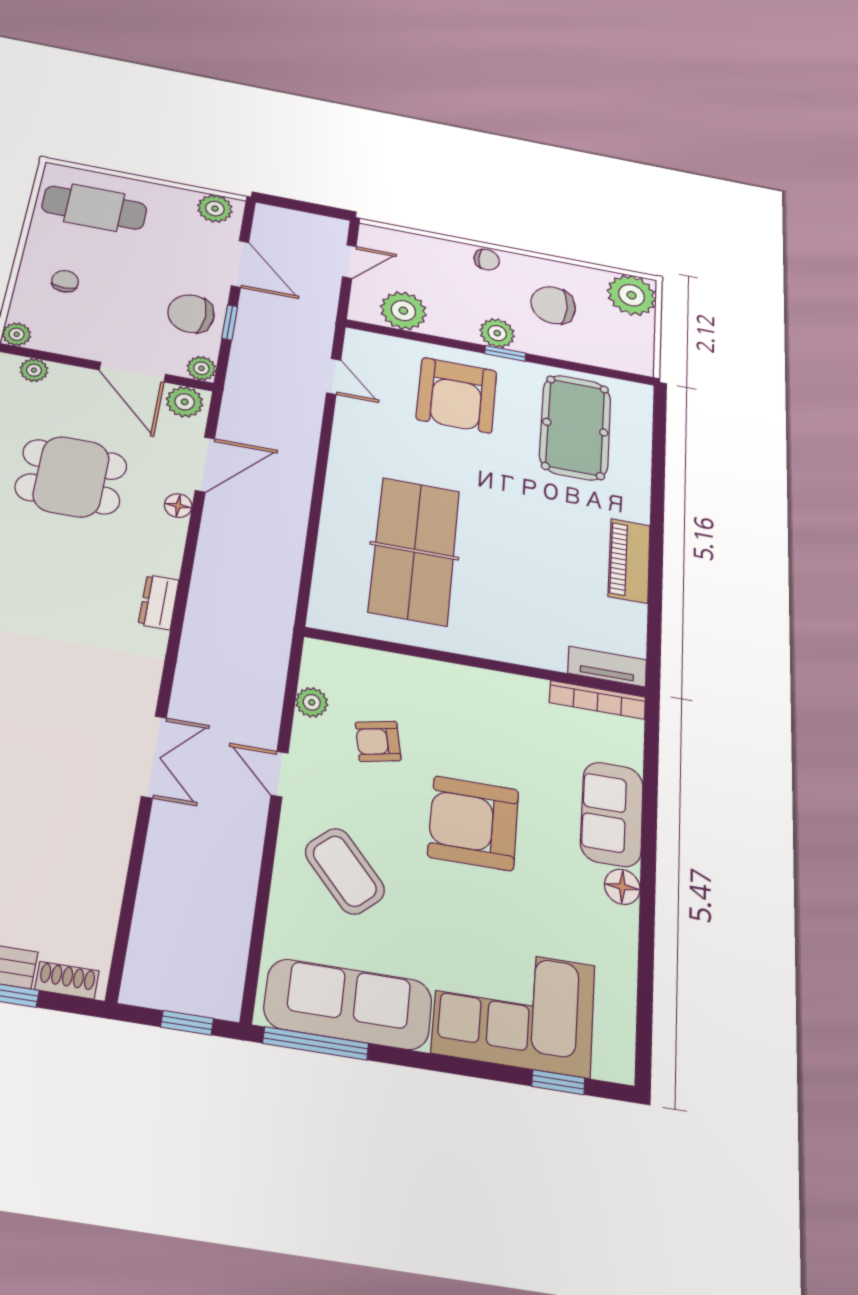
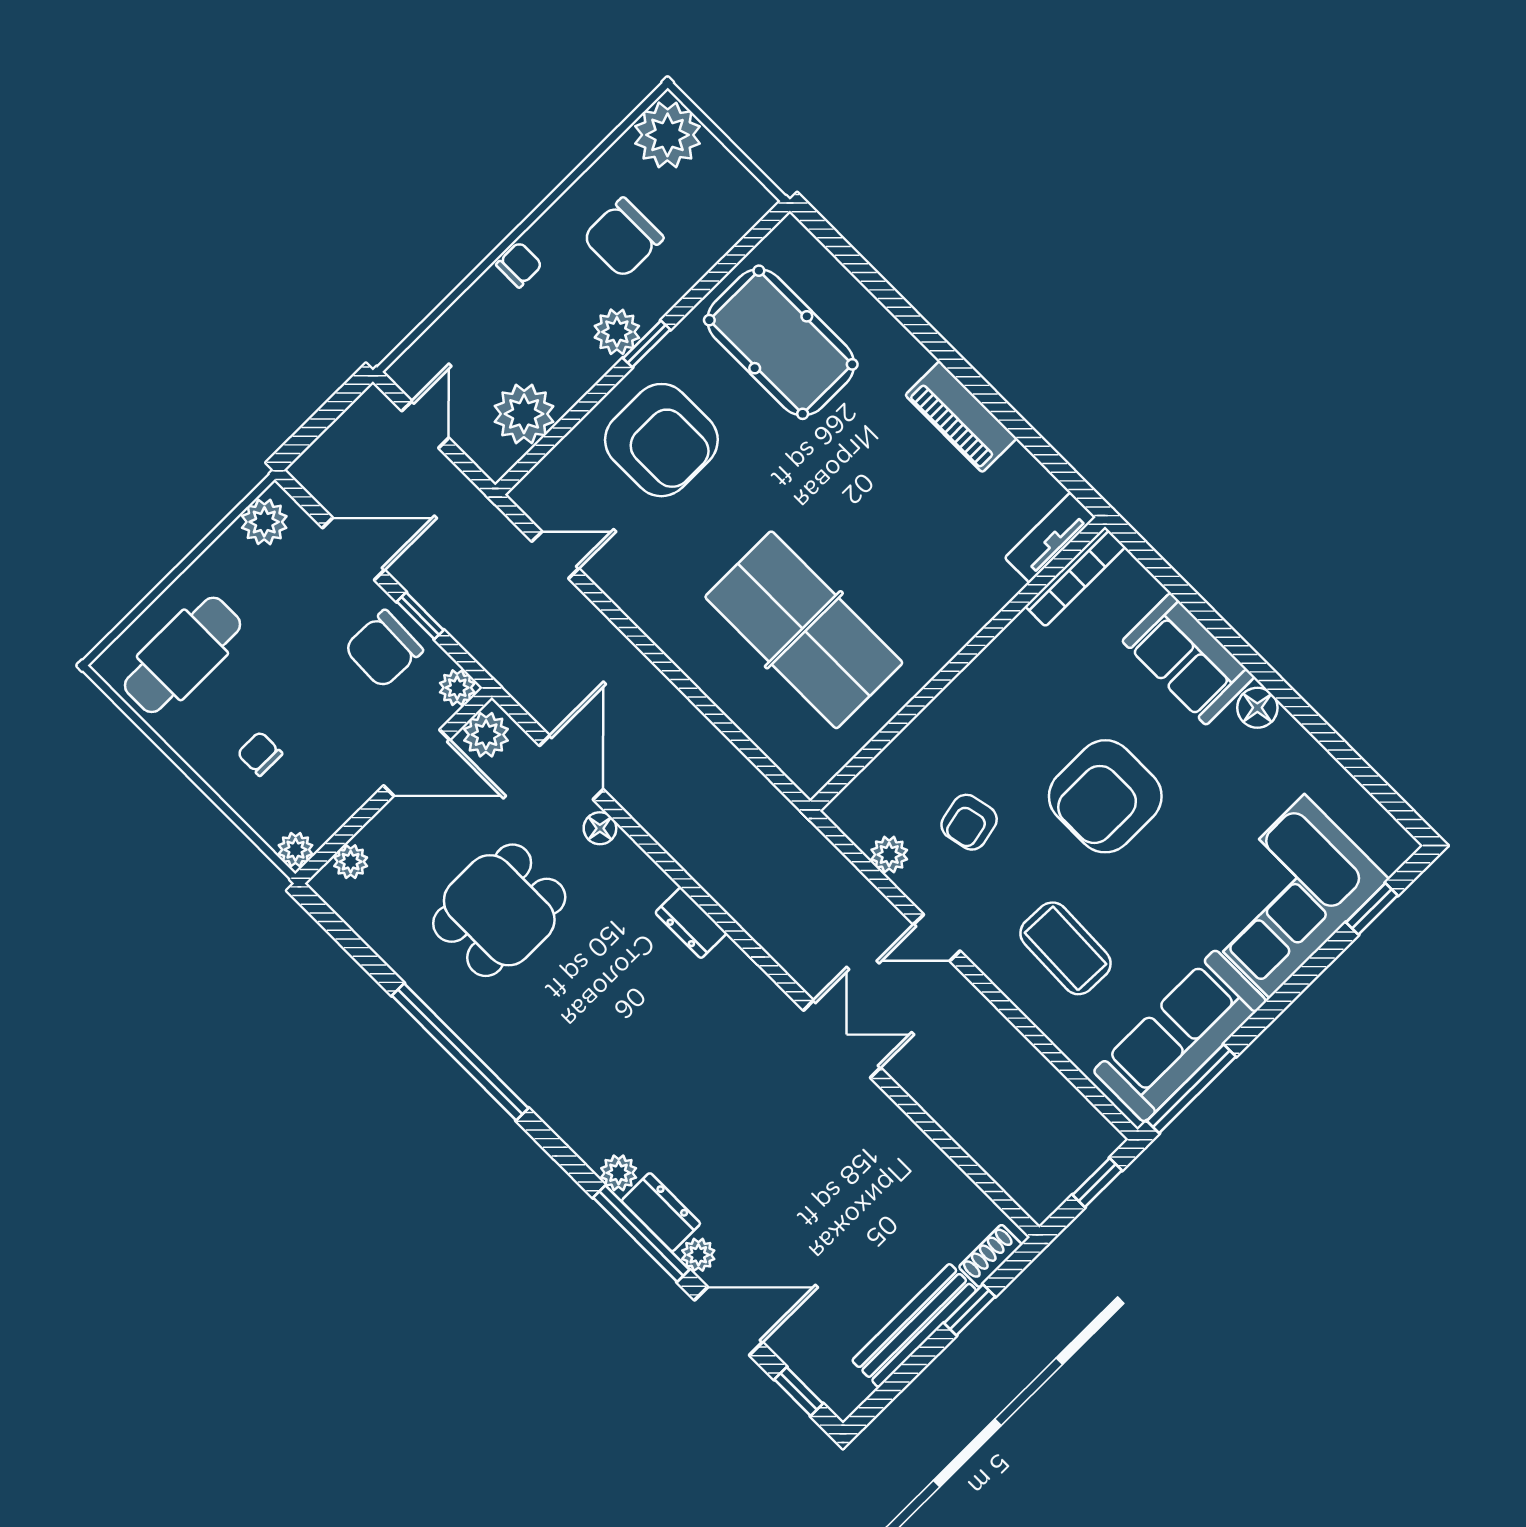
coffee table: (345, 871) -> (1065, 948), turned 44

